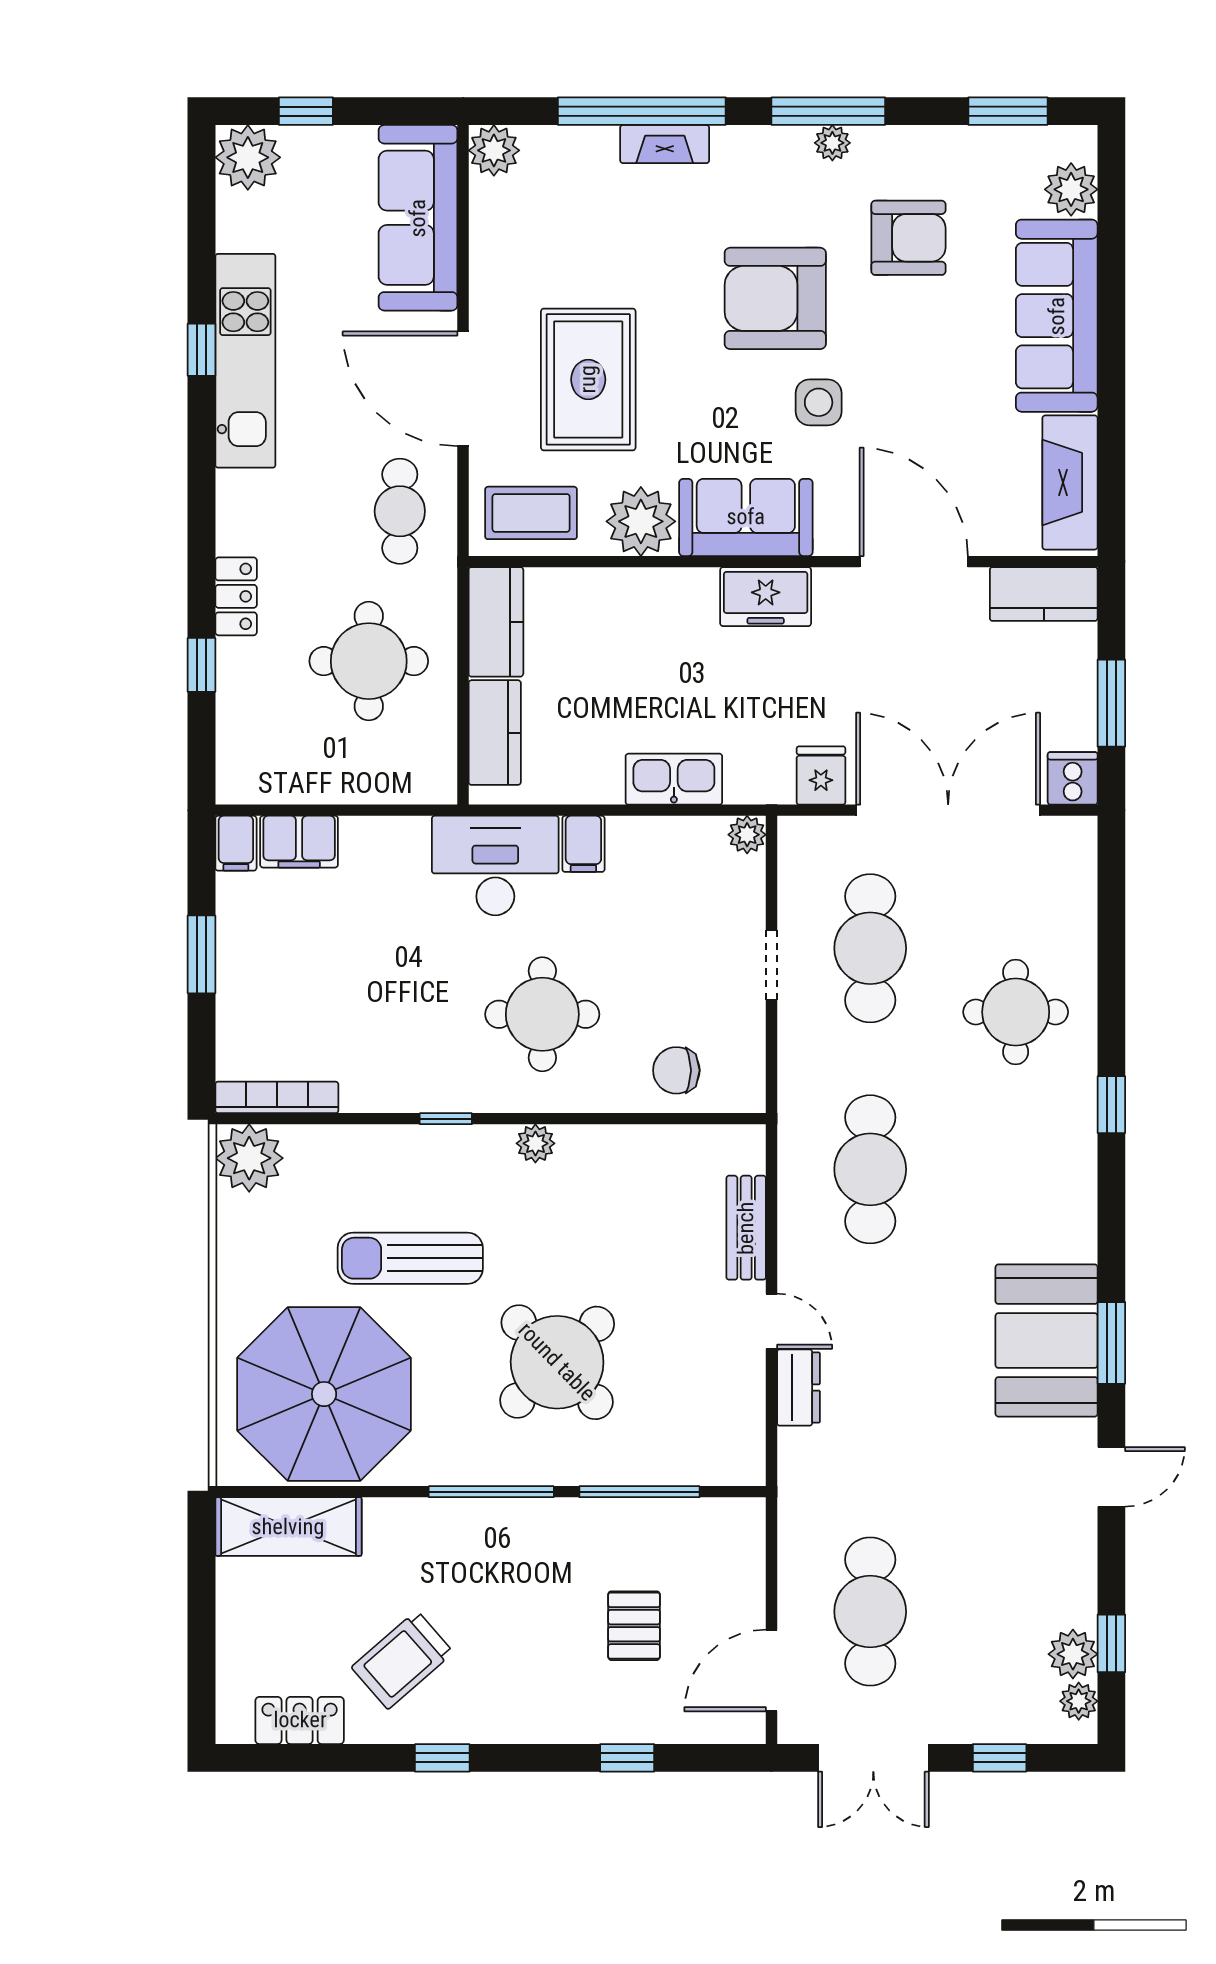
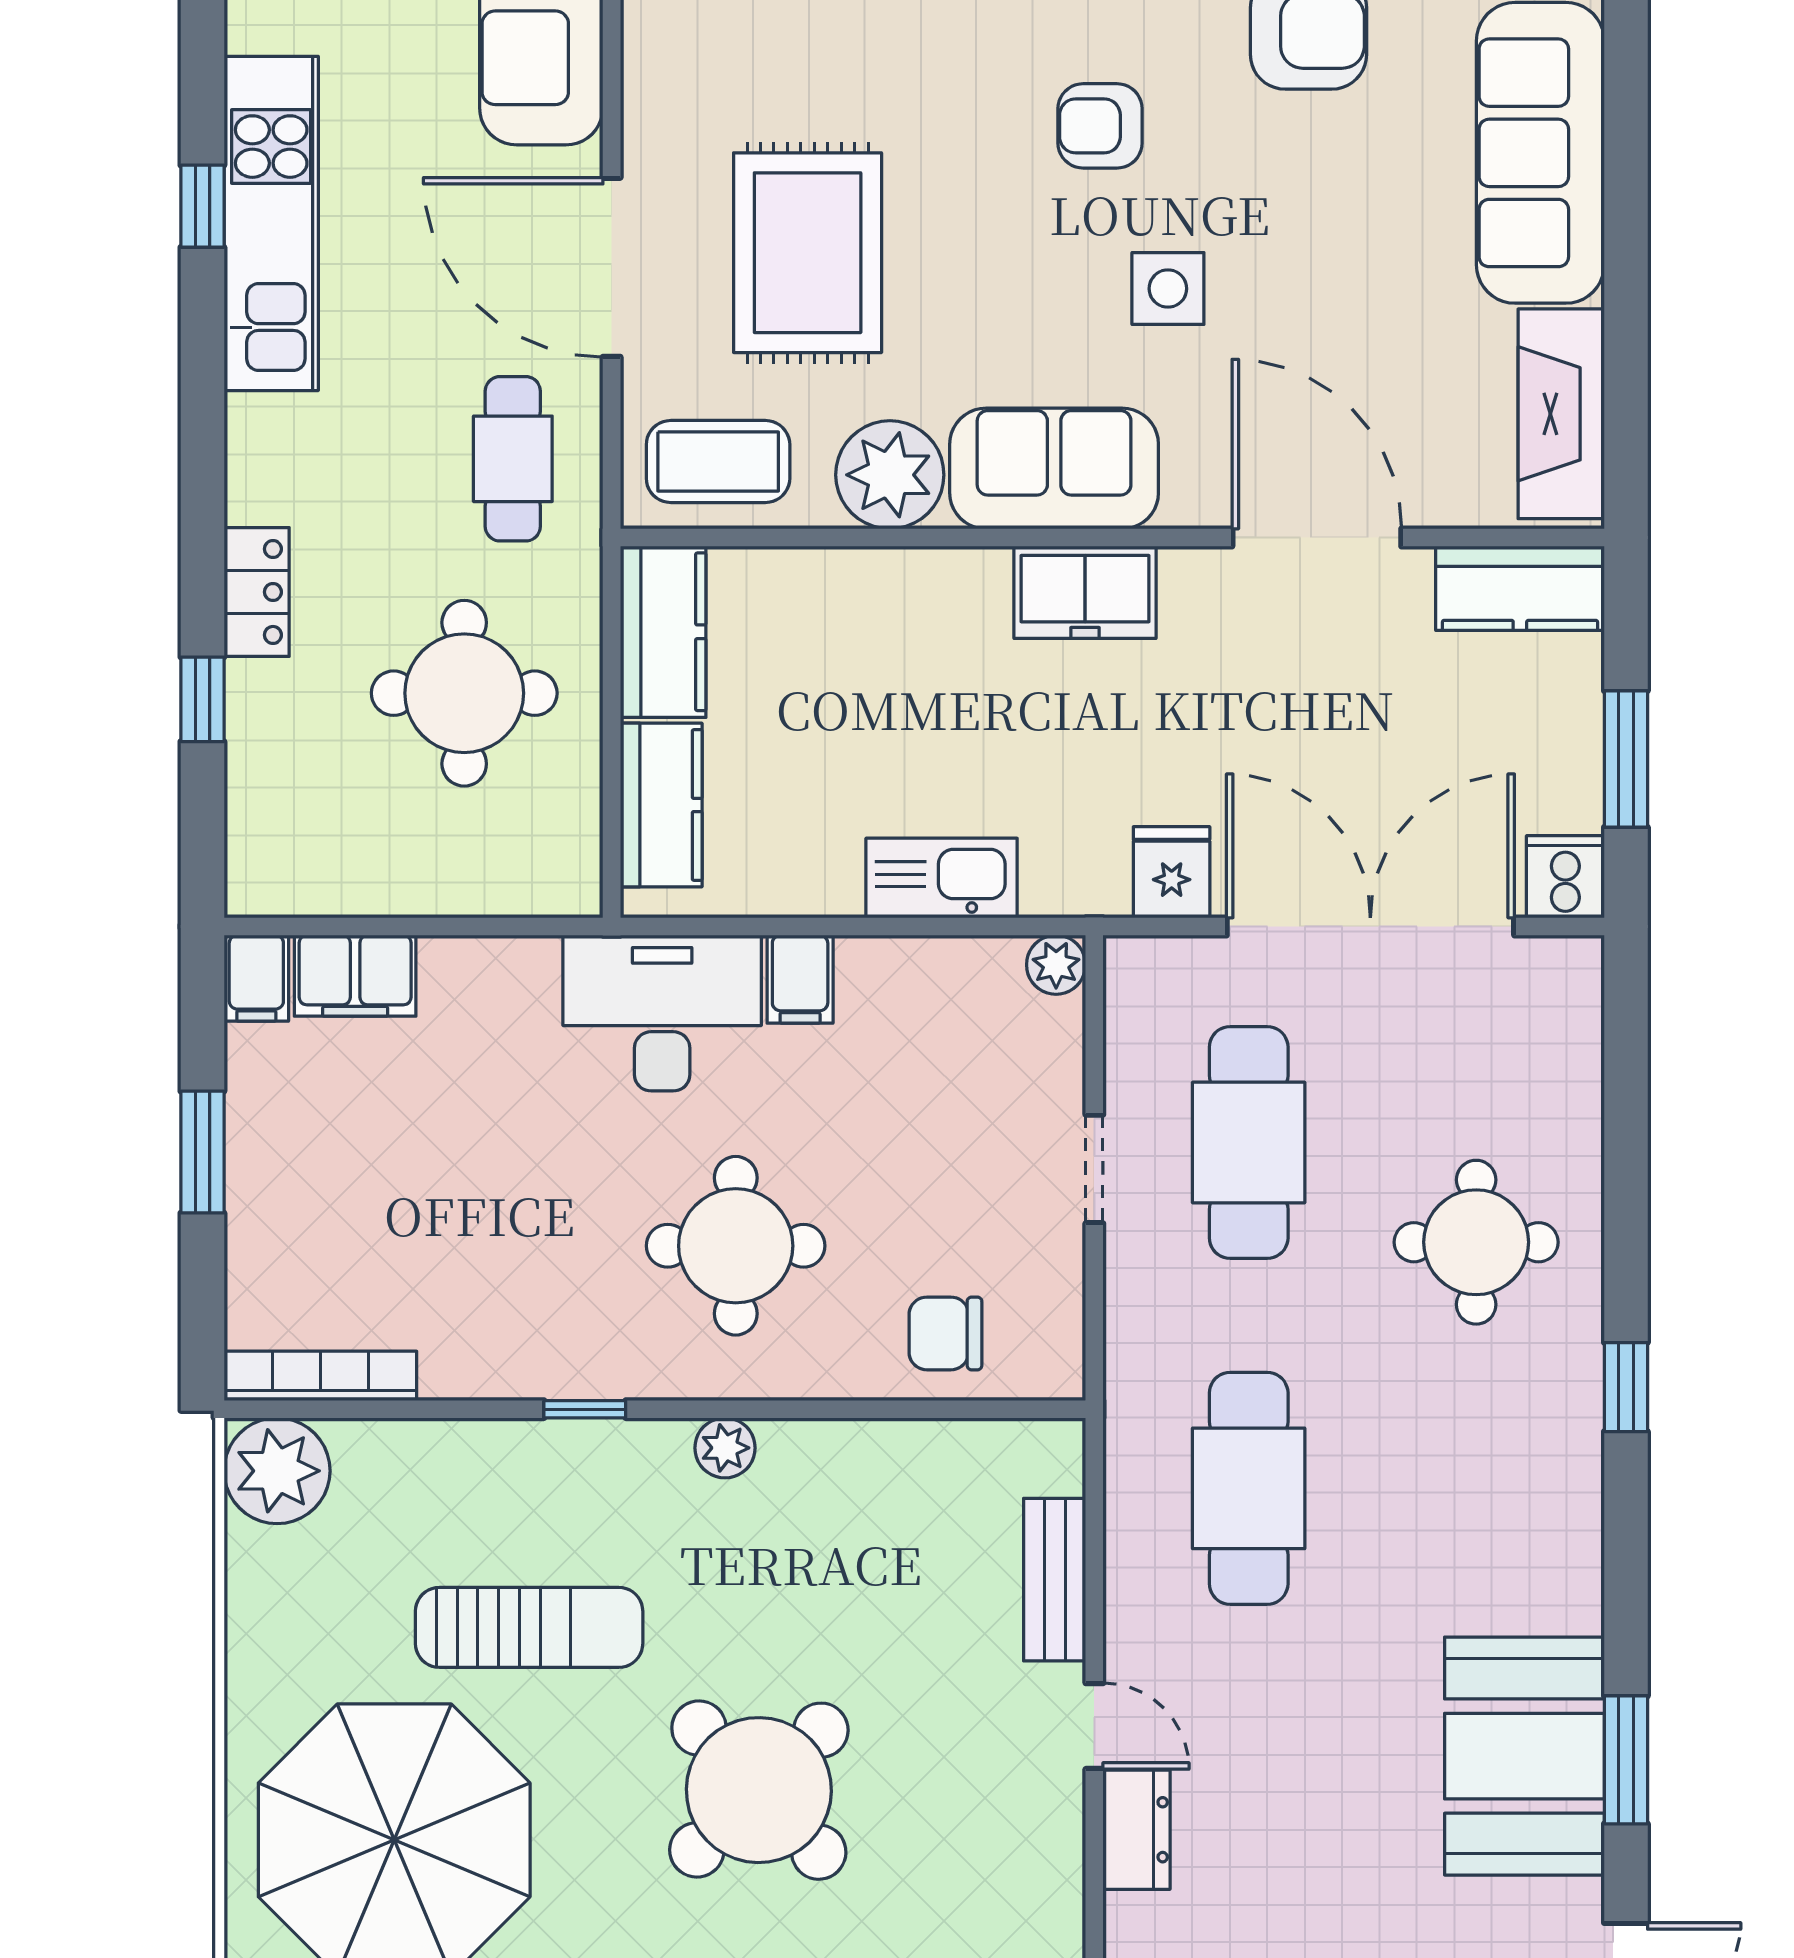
armchair: (775, 298) -> (1100, 126), width x0.53, depth x0.53
sun lounger: (410, 1258) -> (529, 1627), turned 180

